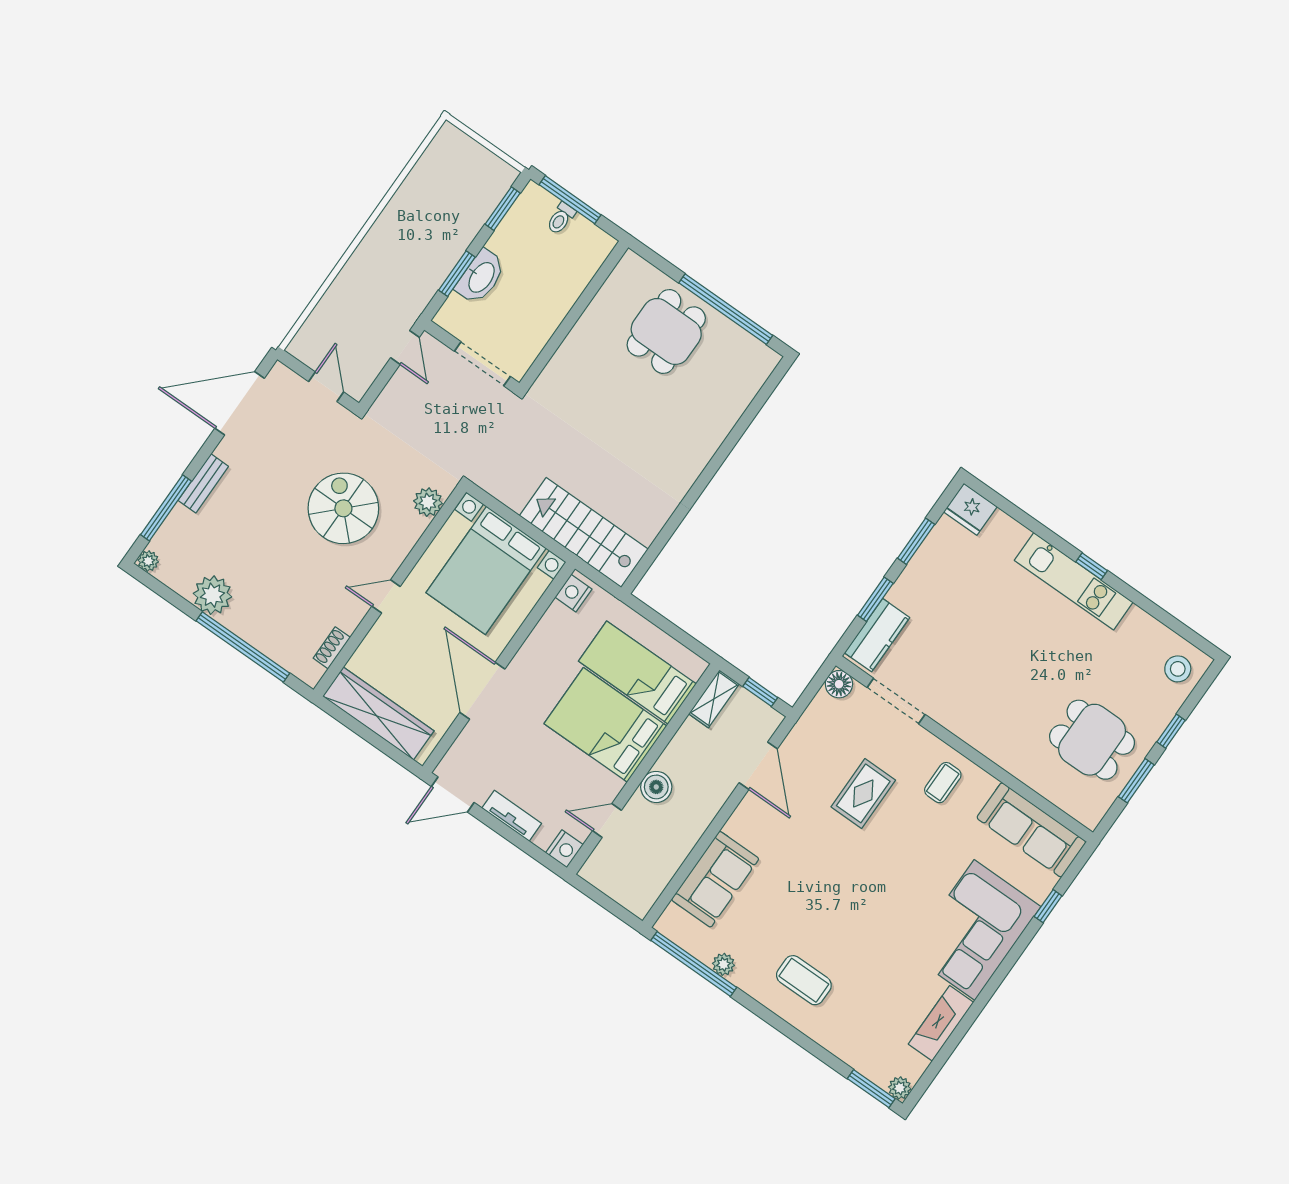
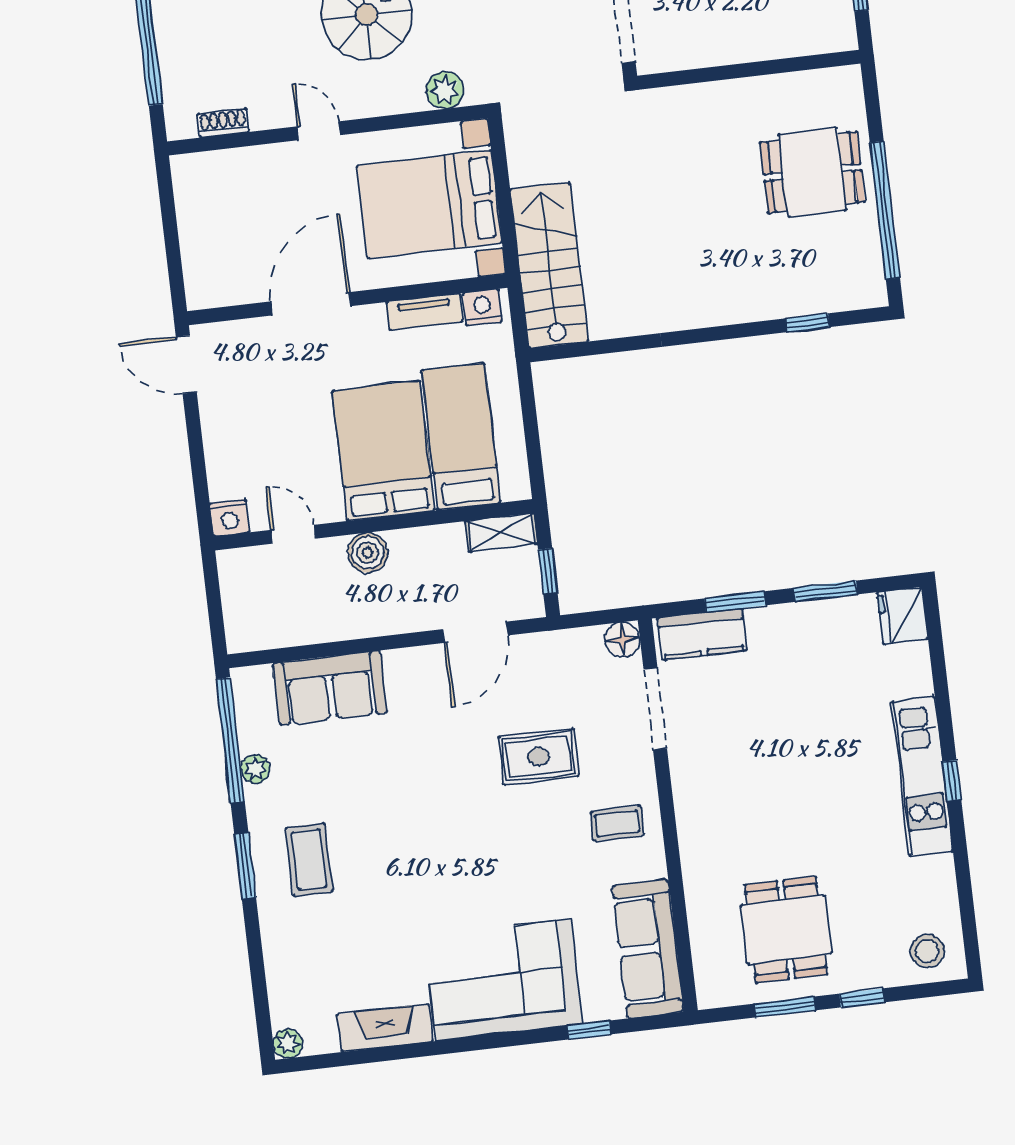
window: (751, 413) -> (807, 323), added
wardrobe: (378, 714) -> (200, 224), removed
tv unit: (512, 816) -> (425, 312), moved, turned 90
window: (871, 1089) -> (245, 866), moved

